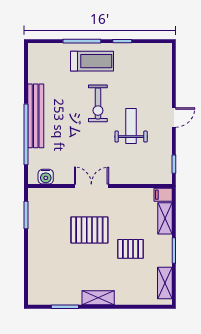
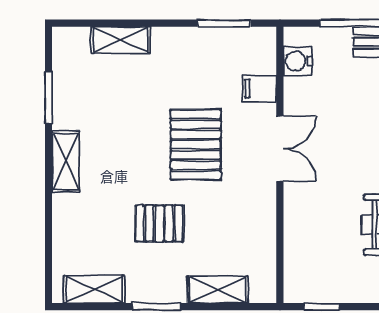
filing cabinet: (163, 195) -> (259, 89), moved, turned -90
pallet: (130, 249) -> (159, 223), turned 90
shelving: (35, 269) -> (121, 40), added

